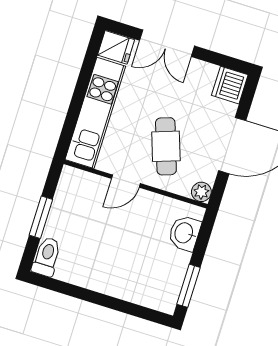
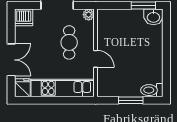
cafe table: (166, 146) -> (69, 42), turned -71
washbasin: (184, 233) -> (153, 17), moved

